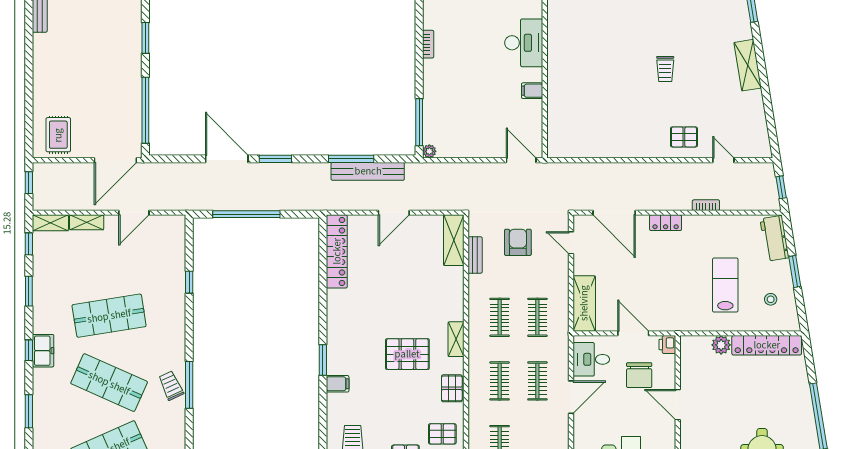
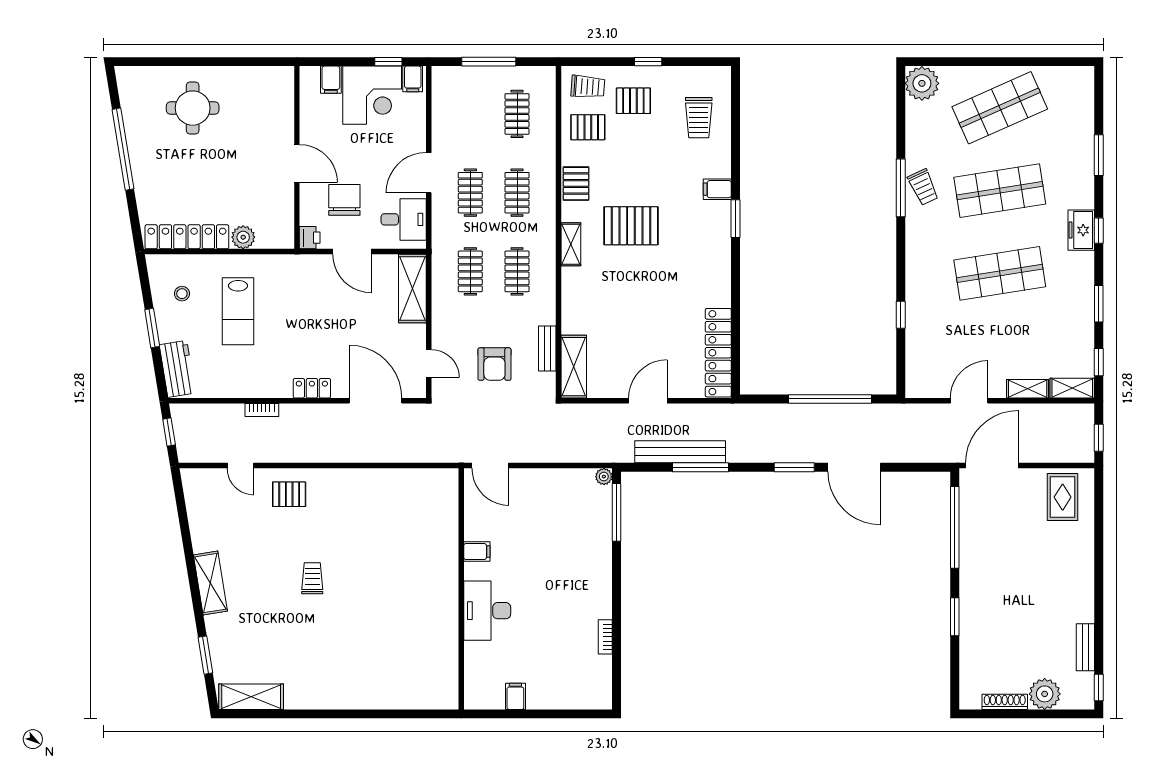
bookcase: (428, 44) -> (605, 637), moved
shop shelf: (109, 383) -> (1000, 191), turned -33

